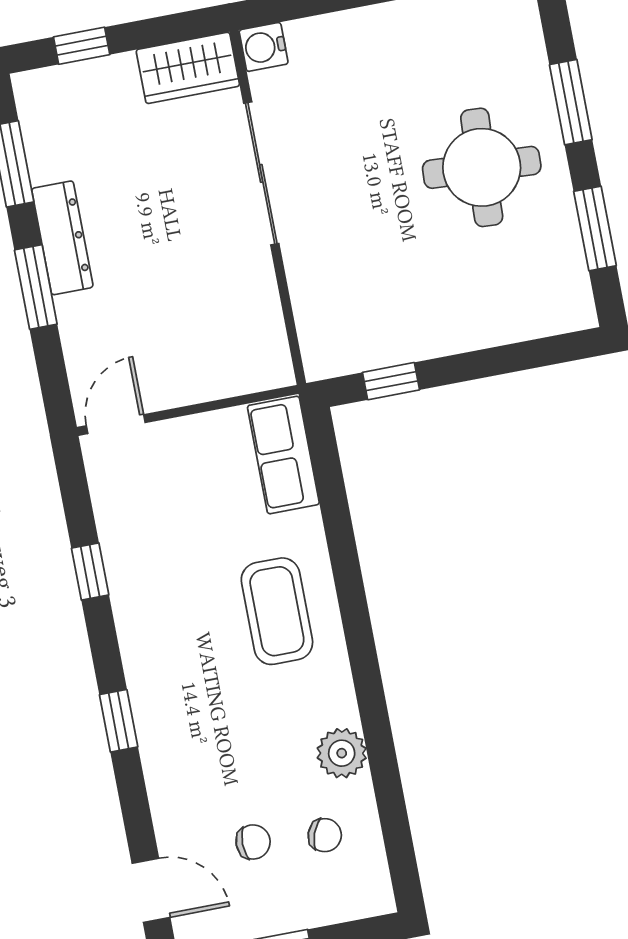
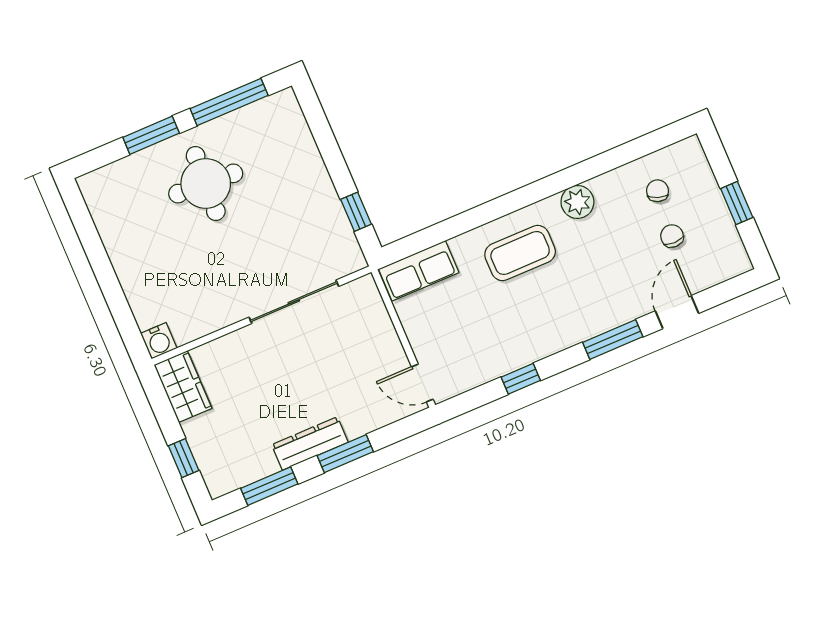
sliding door: (261, 173) -> (294, 302), moved
window: (595, 228) -> (229, 102), width x1.44
window: (119, 721) -> (613, 340), width x1.50
plant: (342, 753) -> (577, 202), moved
door: (151, 890) -> (677, 312), moved

